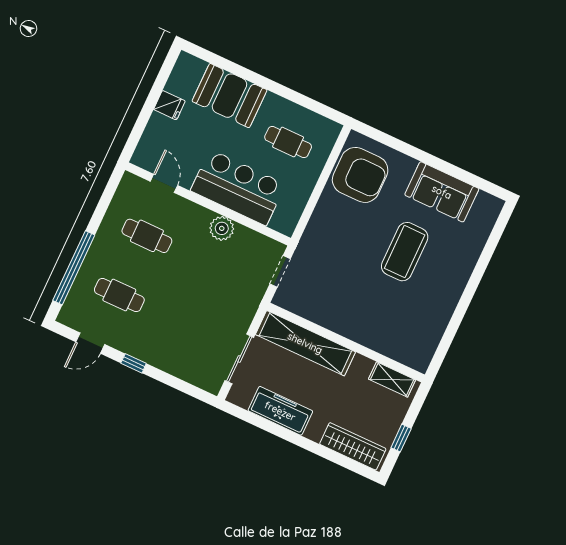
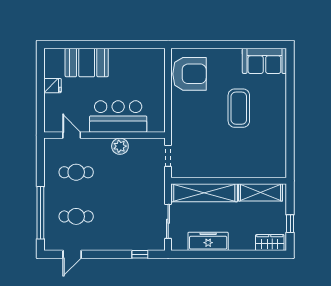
cafe table: (288, 142) -> (136, 74), removed
sofa: (442, 192) -> (264, 61), moved
window: (134, 363) -> (140, 254), moved
shelving: (392, 379) -> (260, 192), width x1.50, depth x1.33
wardrobe: (353, 446) -> (270, 242), width x0.67

